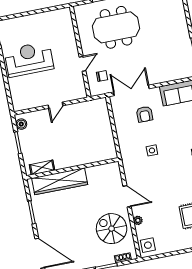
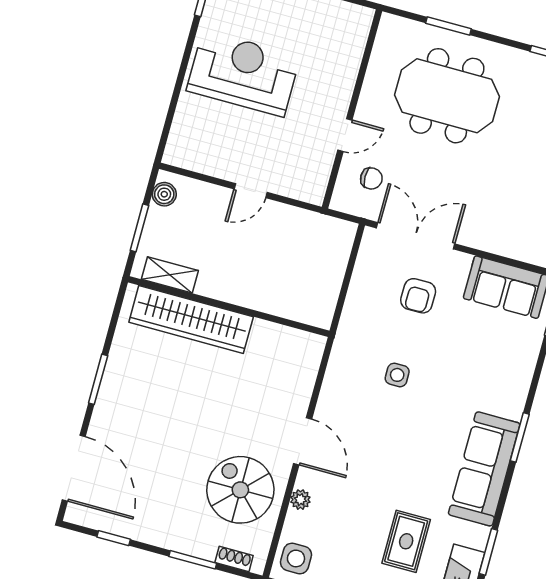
shelving: (42, 167) -> (170, 275), moved
wall: (72, 168) -> (229, 307), moved
wardrobe: (60, 181) -> (191, 319), moved

